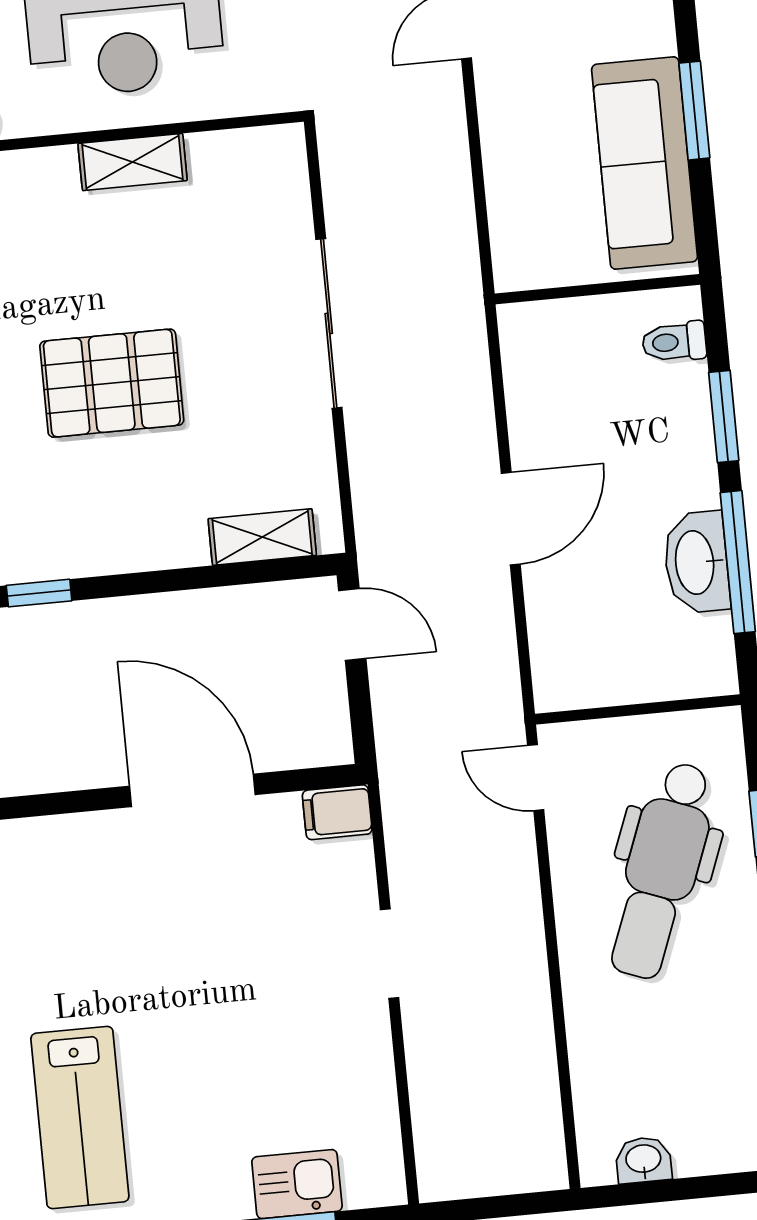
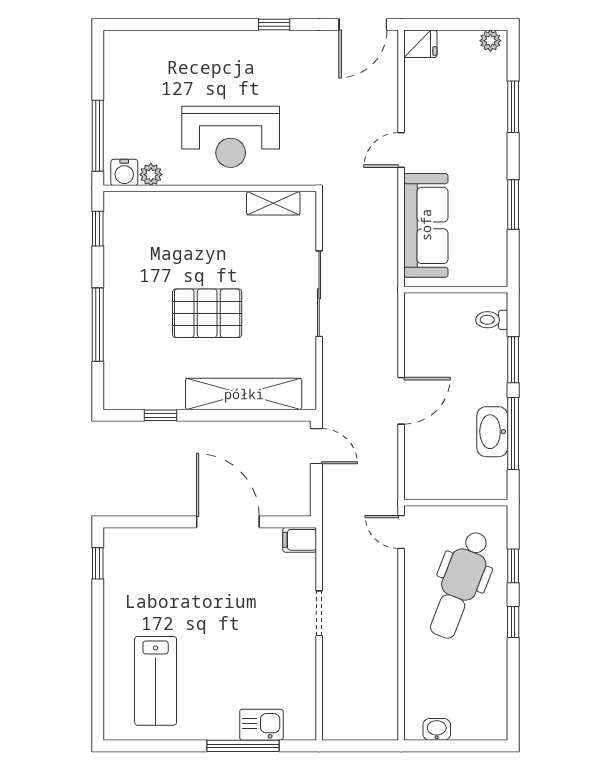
shelving: (133, 162) -> (273, 203), moved
sofa: (645, 163) -> (426, 225), moved, turned 180
shelving: (262, 537) -> (244, 394), width x2.20, depth x1.33

